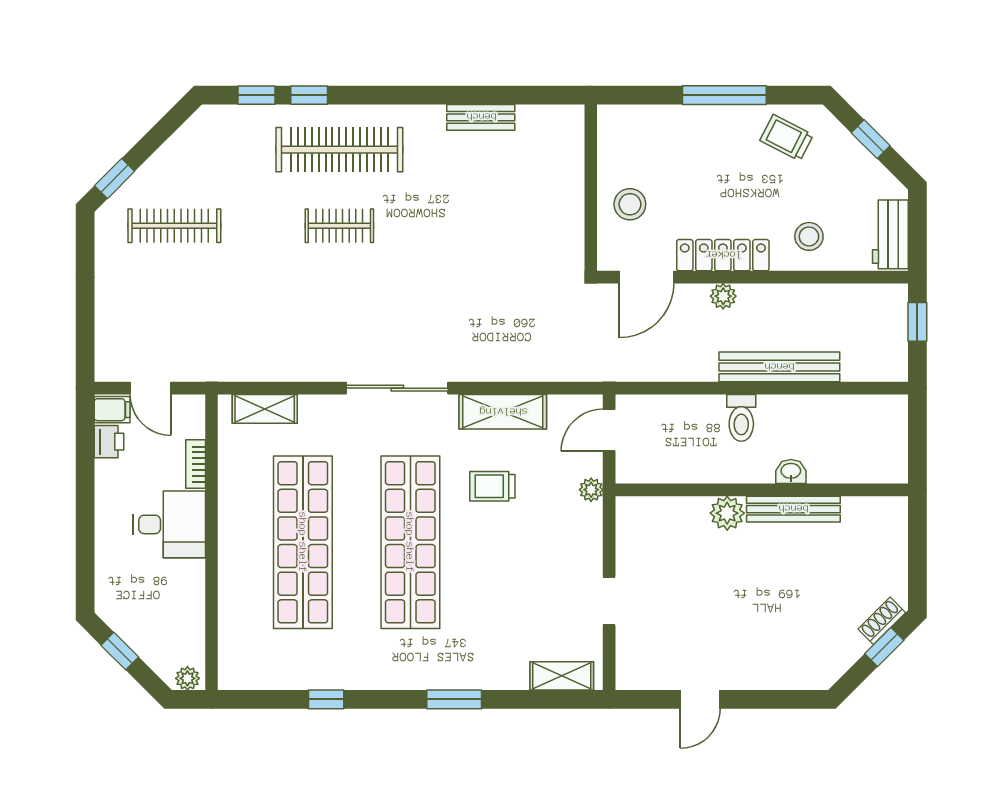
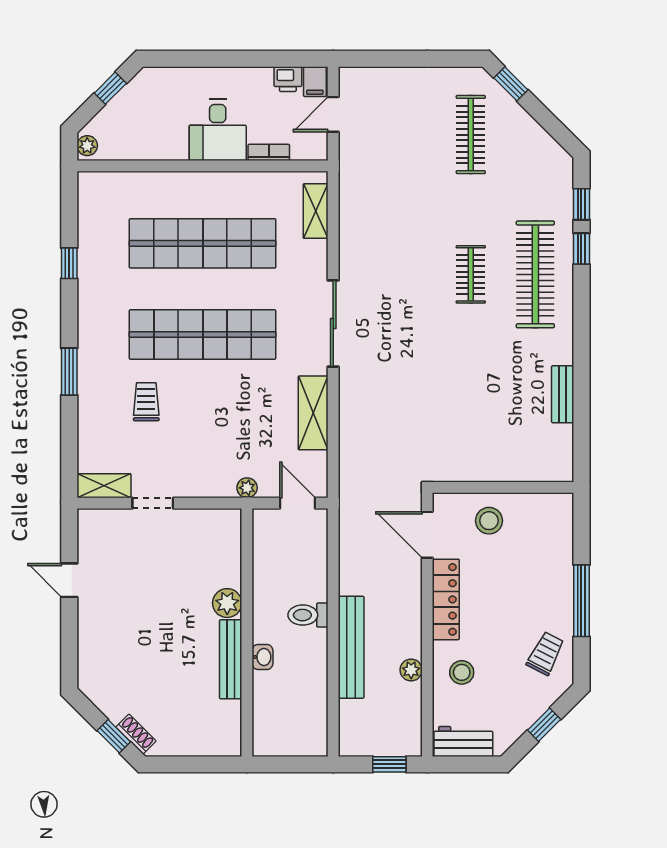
plant: (723, 296) -> (411, 670), moved
trolley: (492, 486) -> (146, 402), moved
shelving: (562, 676) -> (104, 486), moved, turned 90

